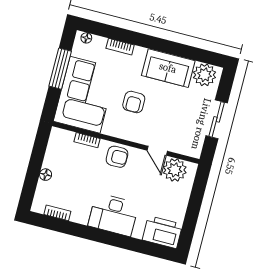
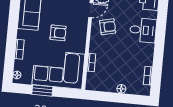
window: (60, 69) -> (42, 91), width x0.69
armchair: (117, 157) -> (108, 27), moved, turned 77
desk: (113, 215) -> (143, 30), width x0.73

